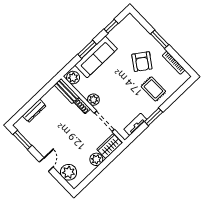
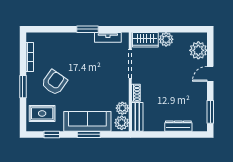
rug: (153, 89) -> (42, 113), moved, turned 90
plant: (93, 100) -> (122, 108), moved

